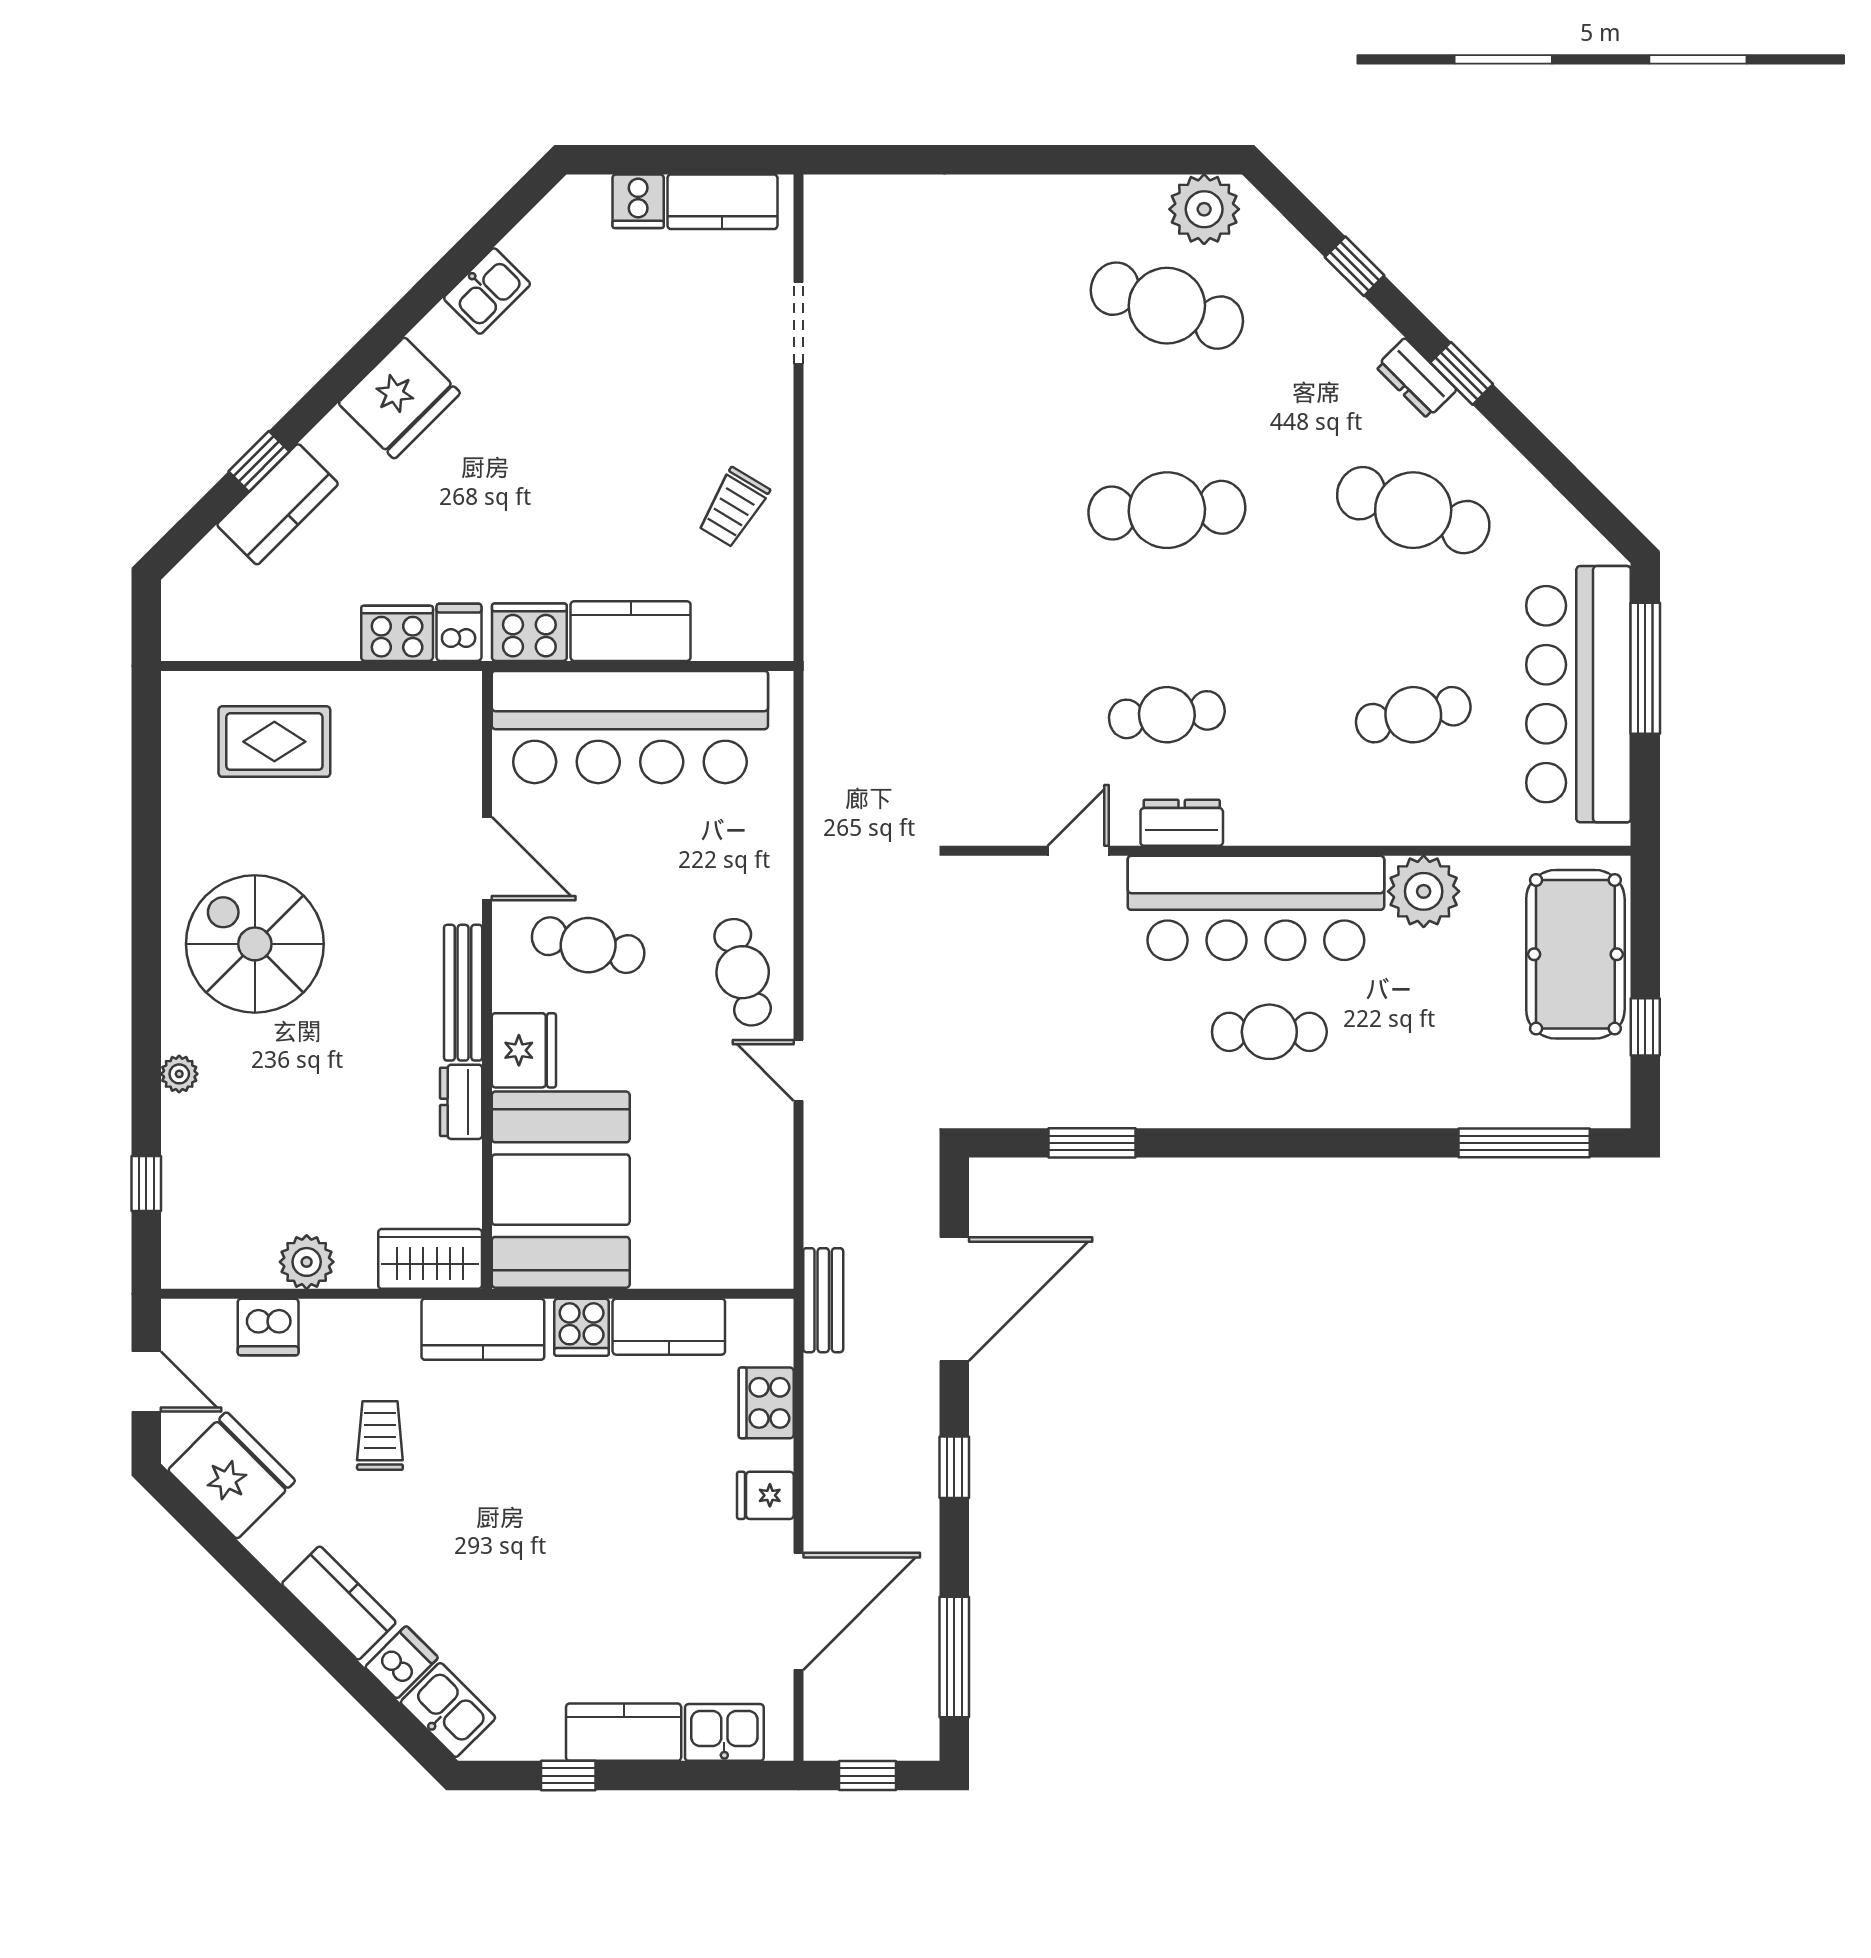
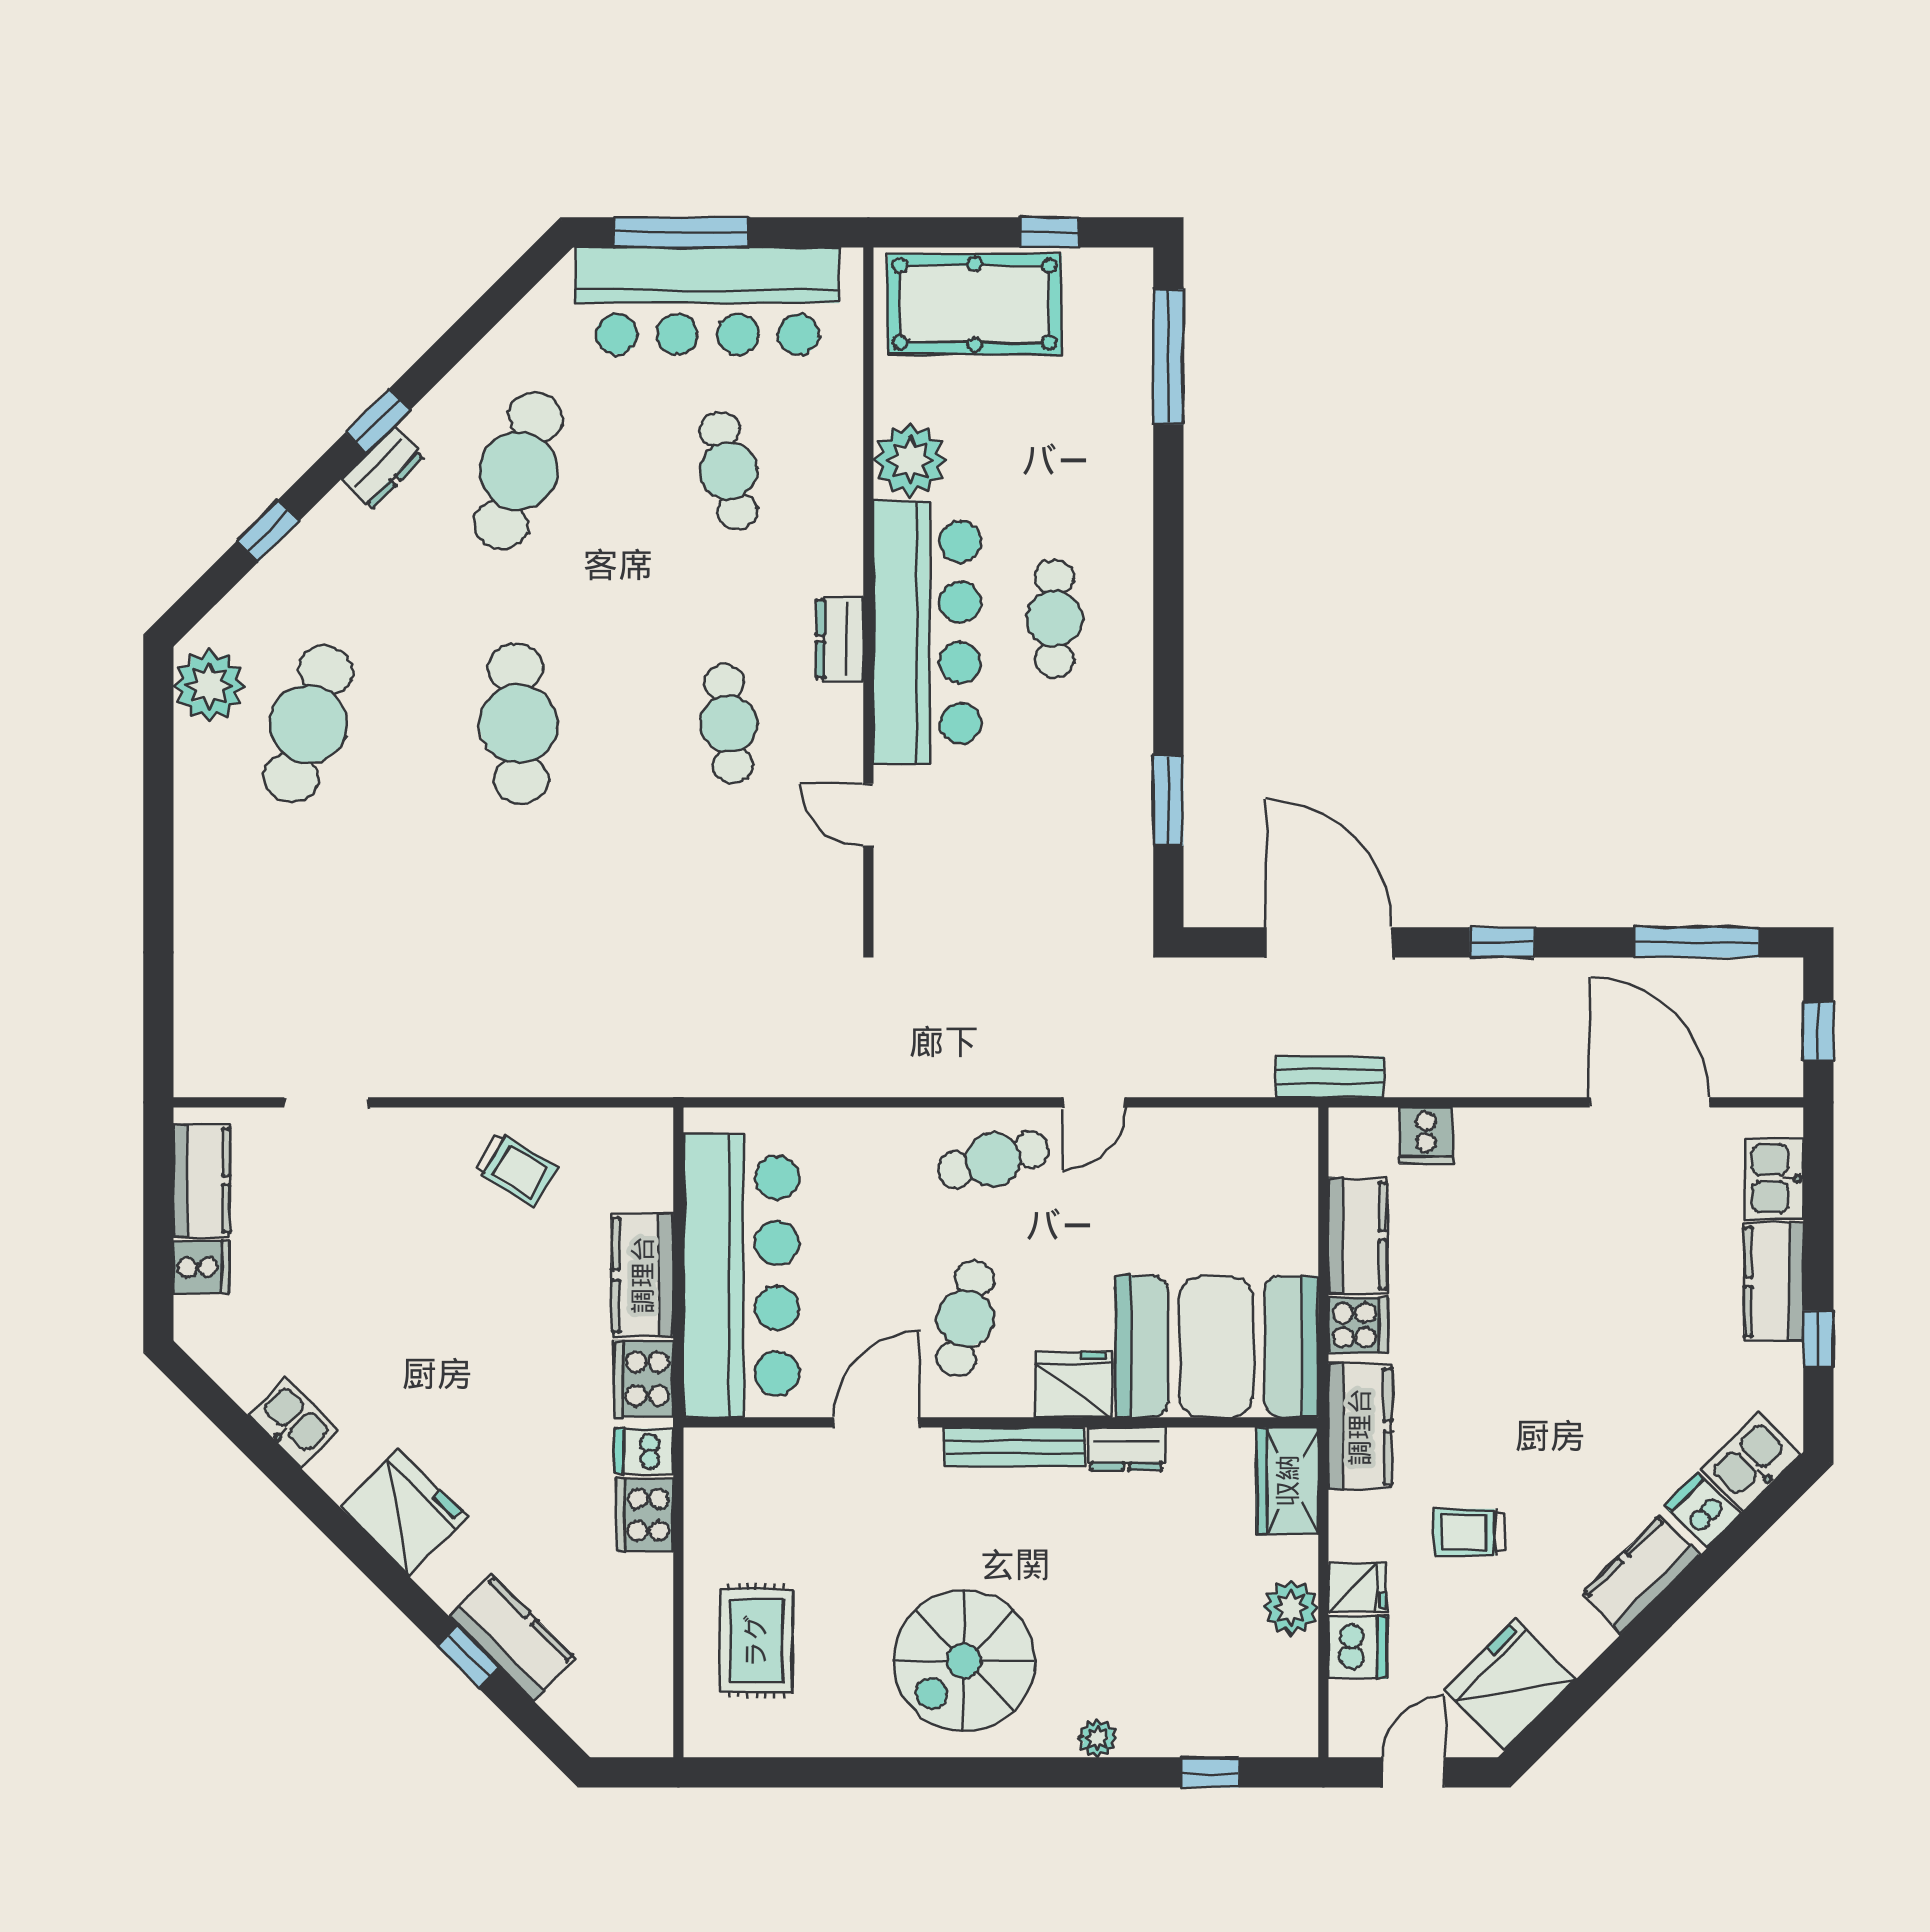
dresser: (1182, 823) -> (840, 639), moved
cooker: (766, 1403) -> (1426, 1135), width x0.73
fridge: (765, 1495) -> (1358, 1588), moved, turned -90

